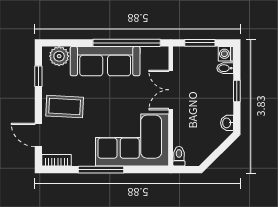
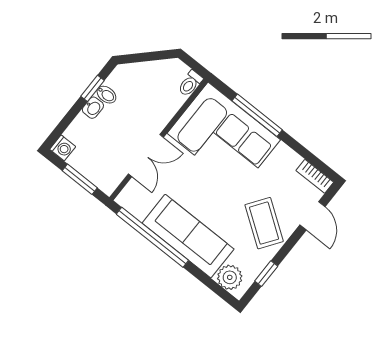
bidet: (225, 68) -> (106, 95), moved
window: (237, 91) -> (92, 88), moved
coffee table: (65, 107) -> (264, 223), turned 32
washbasin: (227, 123) -> (93, 108), moved
window: (101, 170) -> (257, 115), moved

